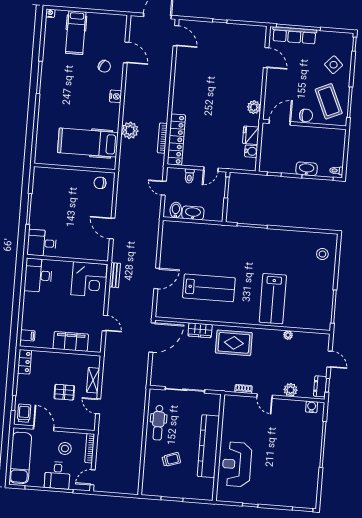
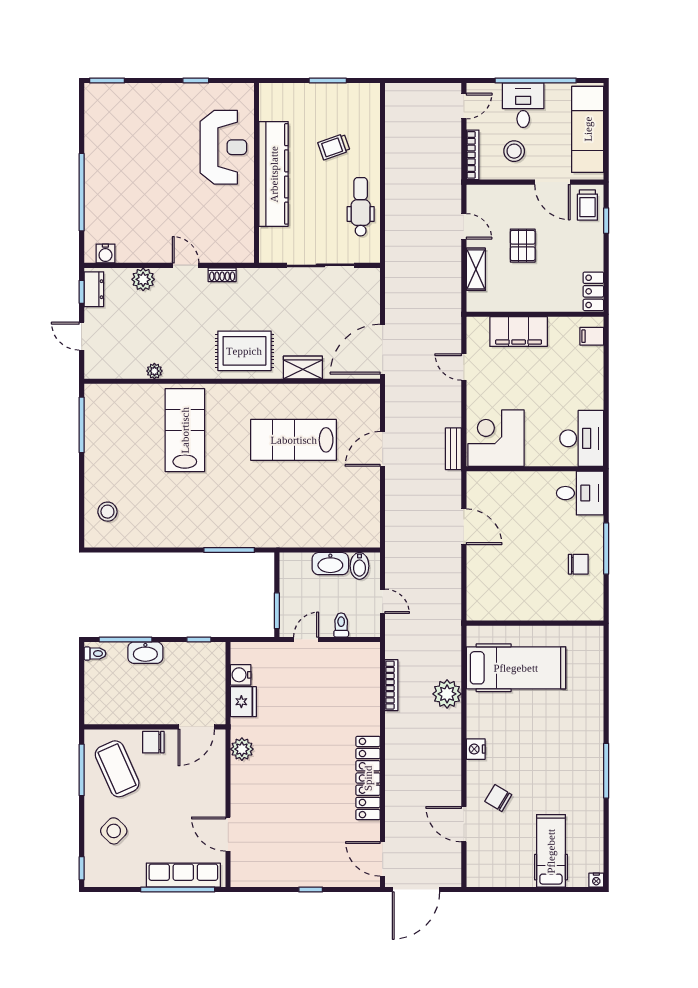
locker: (176, 140) -> (368, 778), moved
chair: (100, 183) -> (578, 564), moved
pallet: (64, 392) -> (523, 246), turned 90

